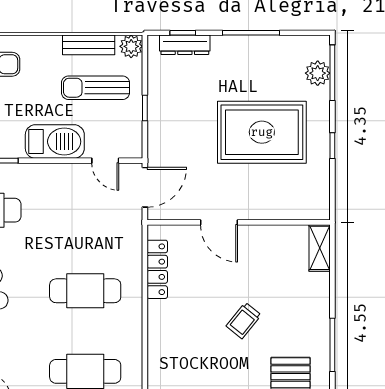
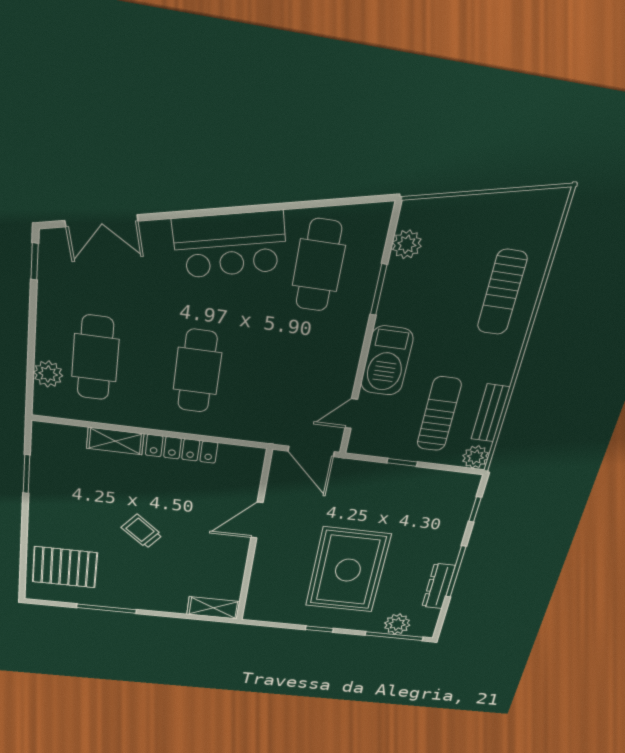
dresser: (185, 45) -> (438, 586), moved
locker: (157, 269) -> (182, 449), moved
shelving: (157, 350) -> (115, 441), added

